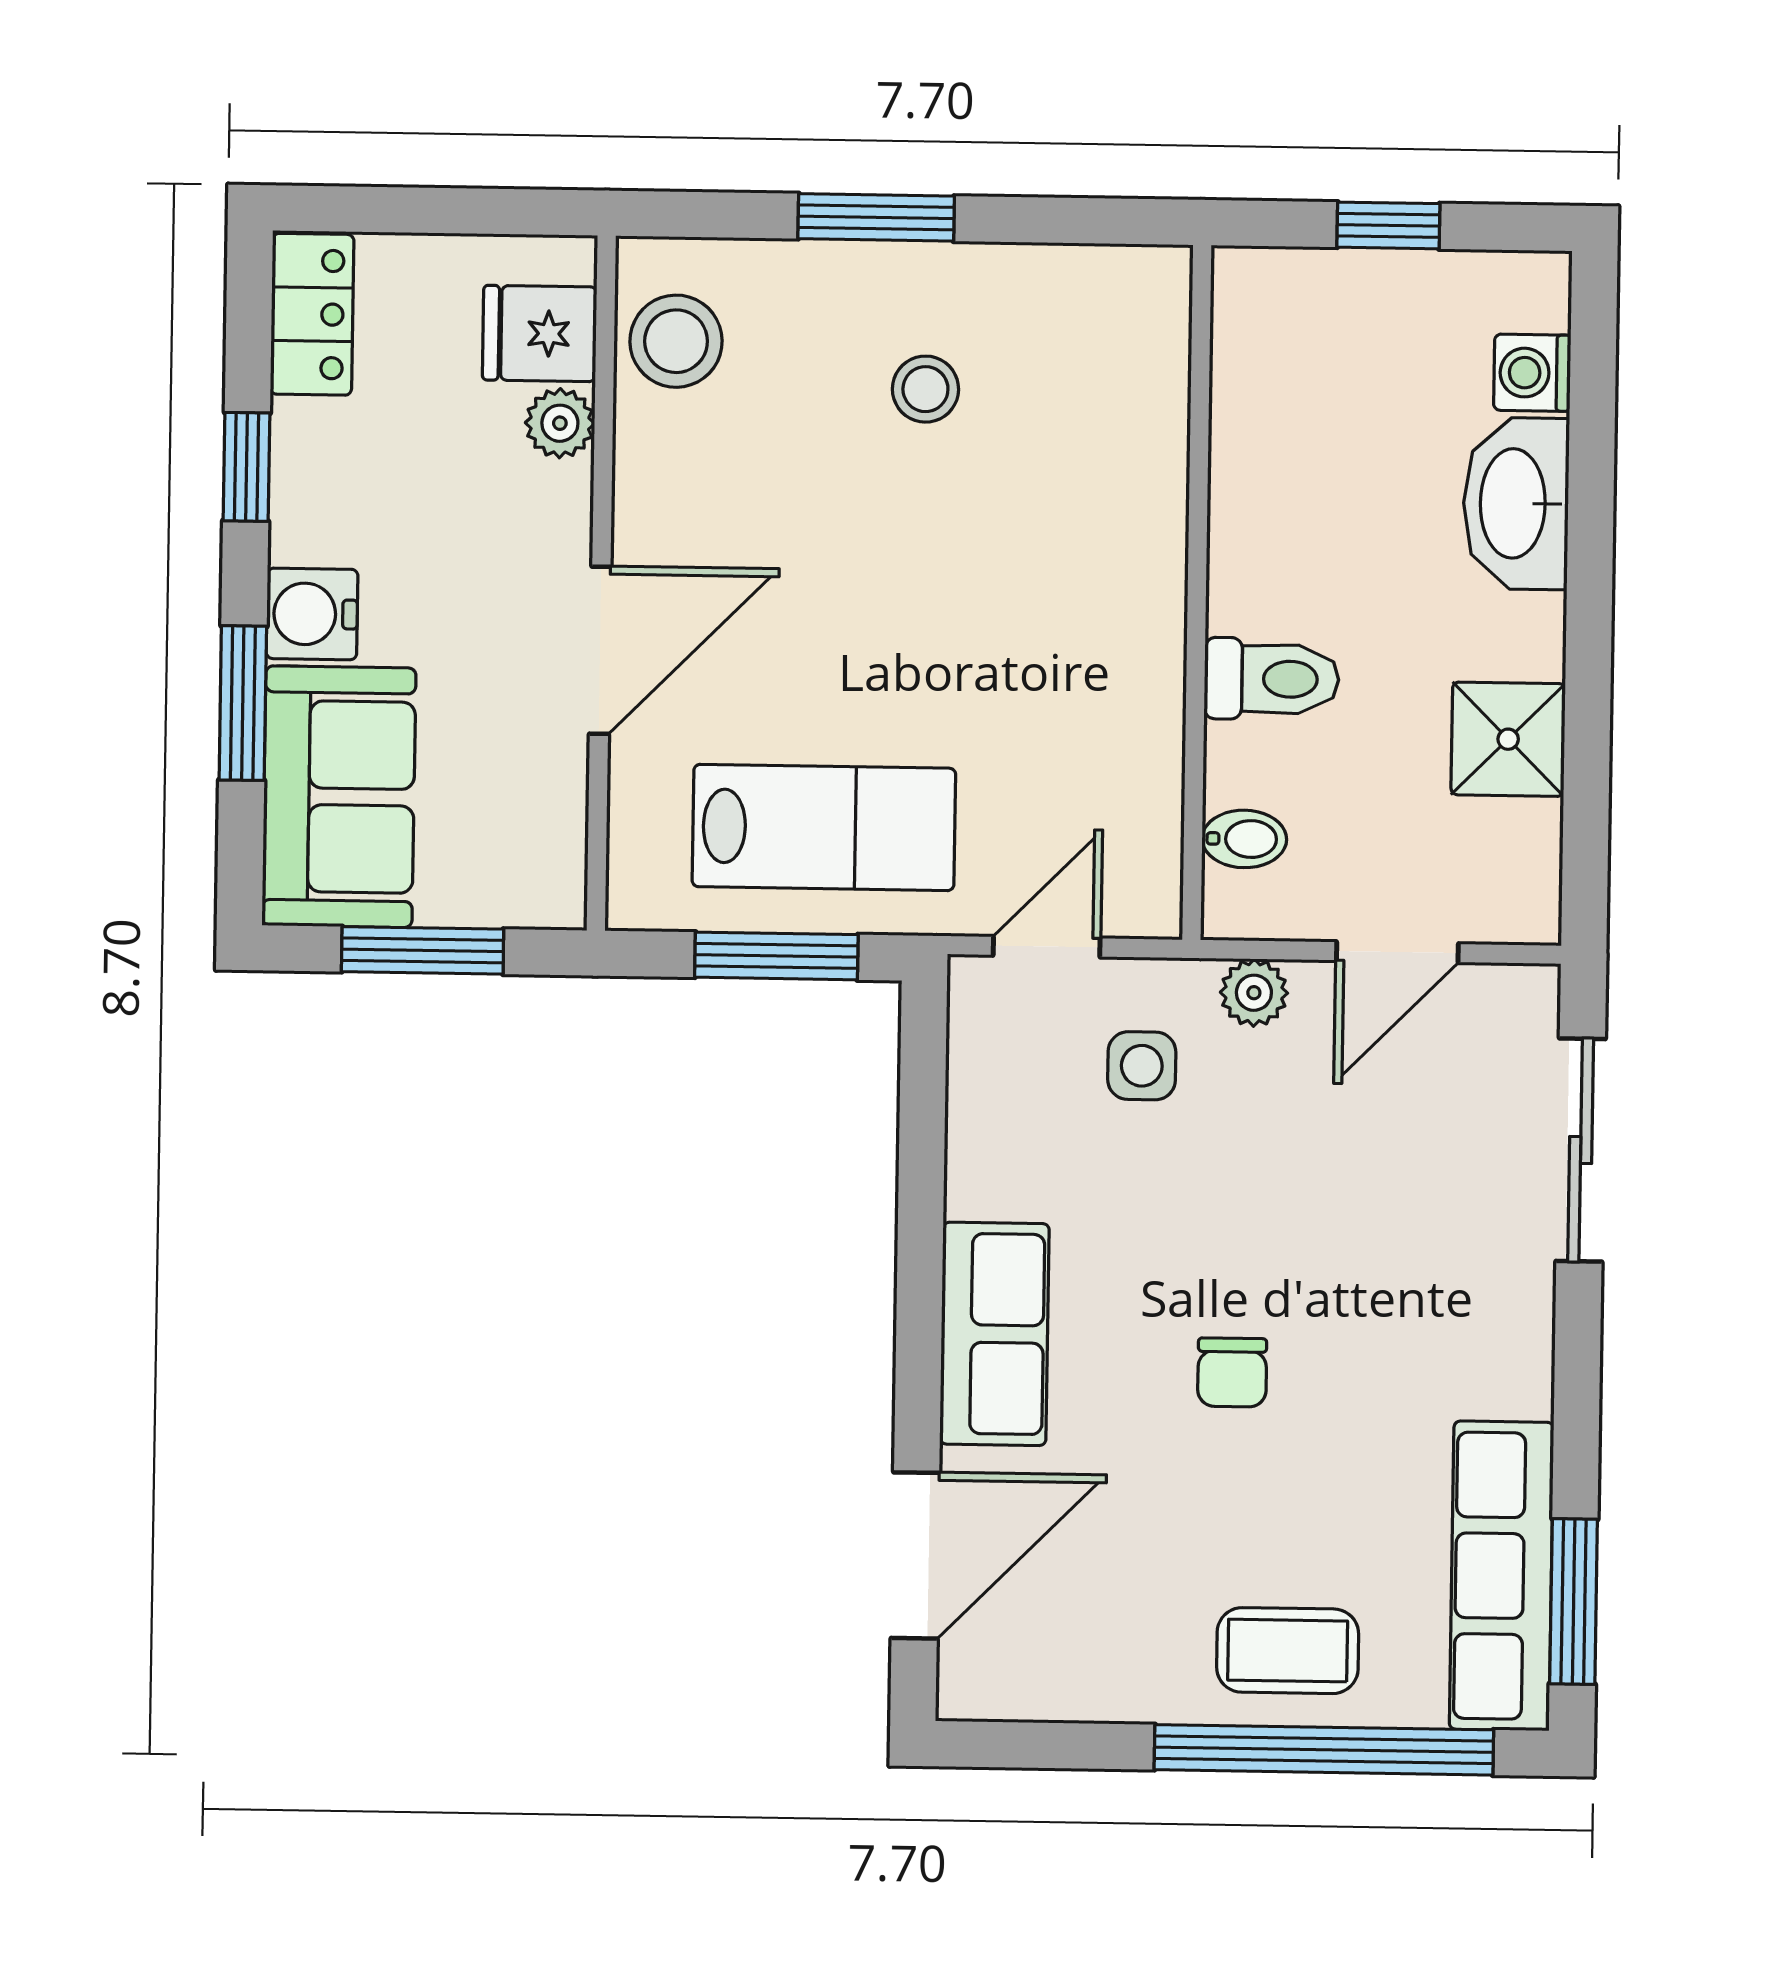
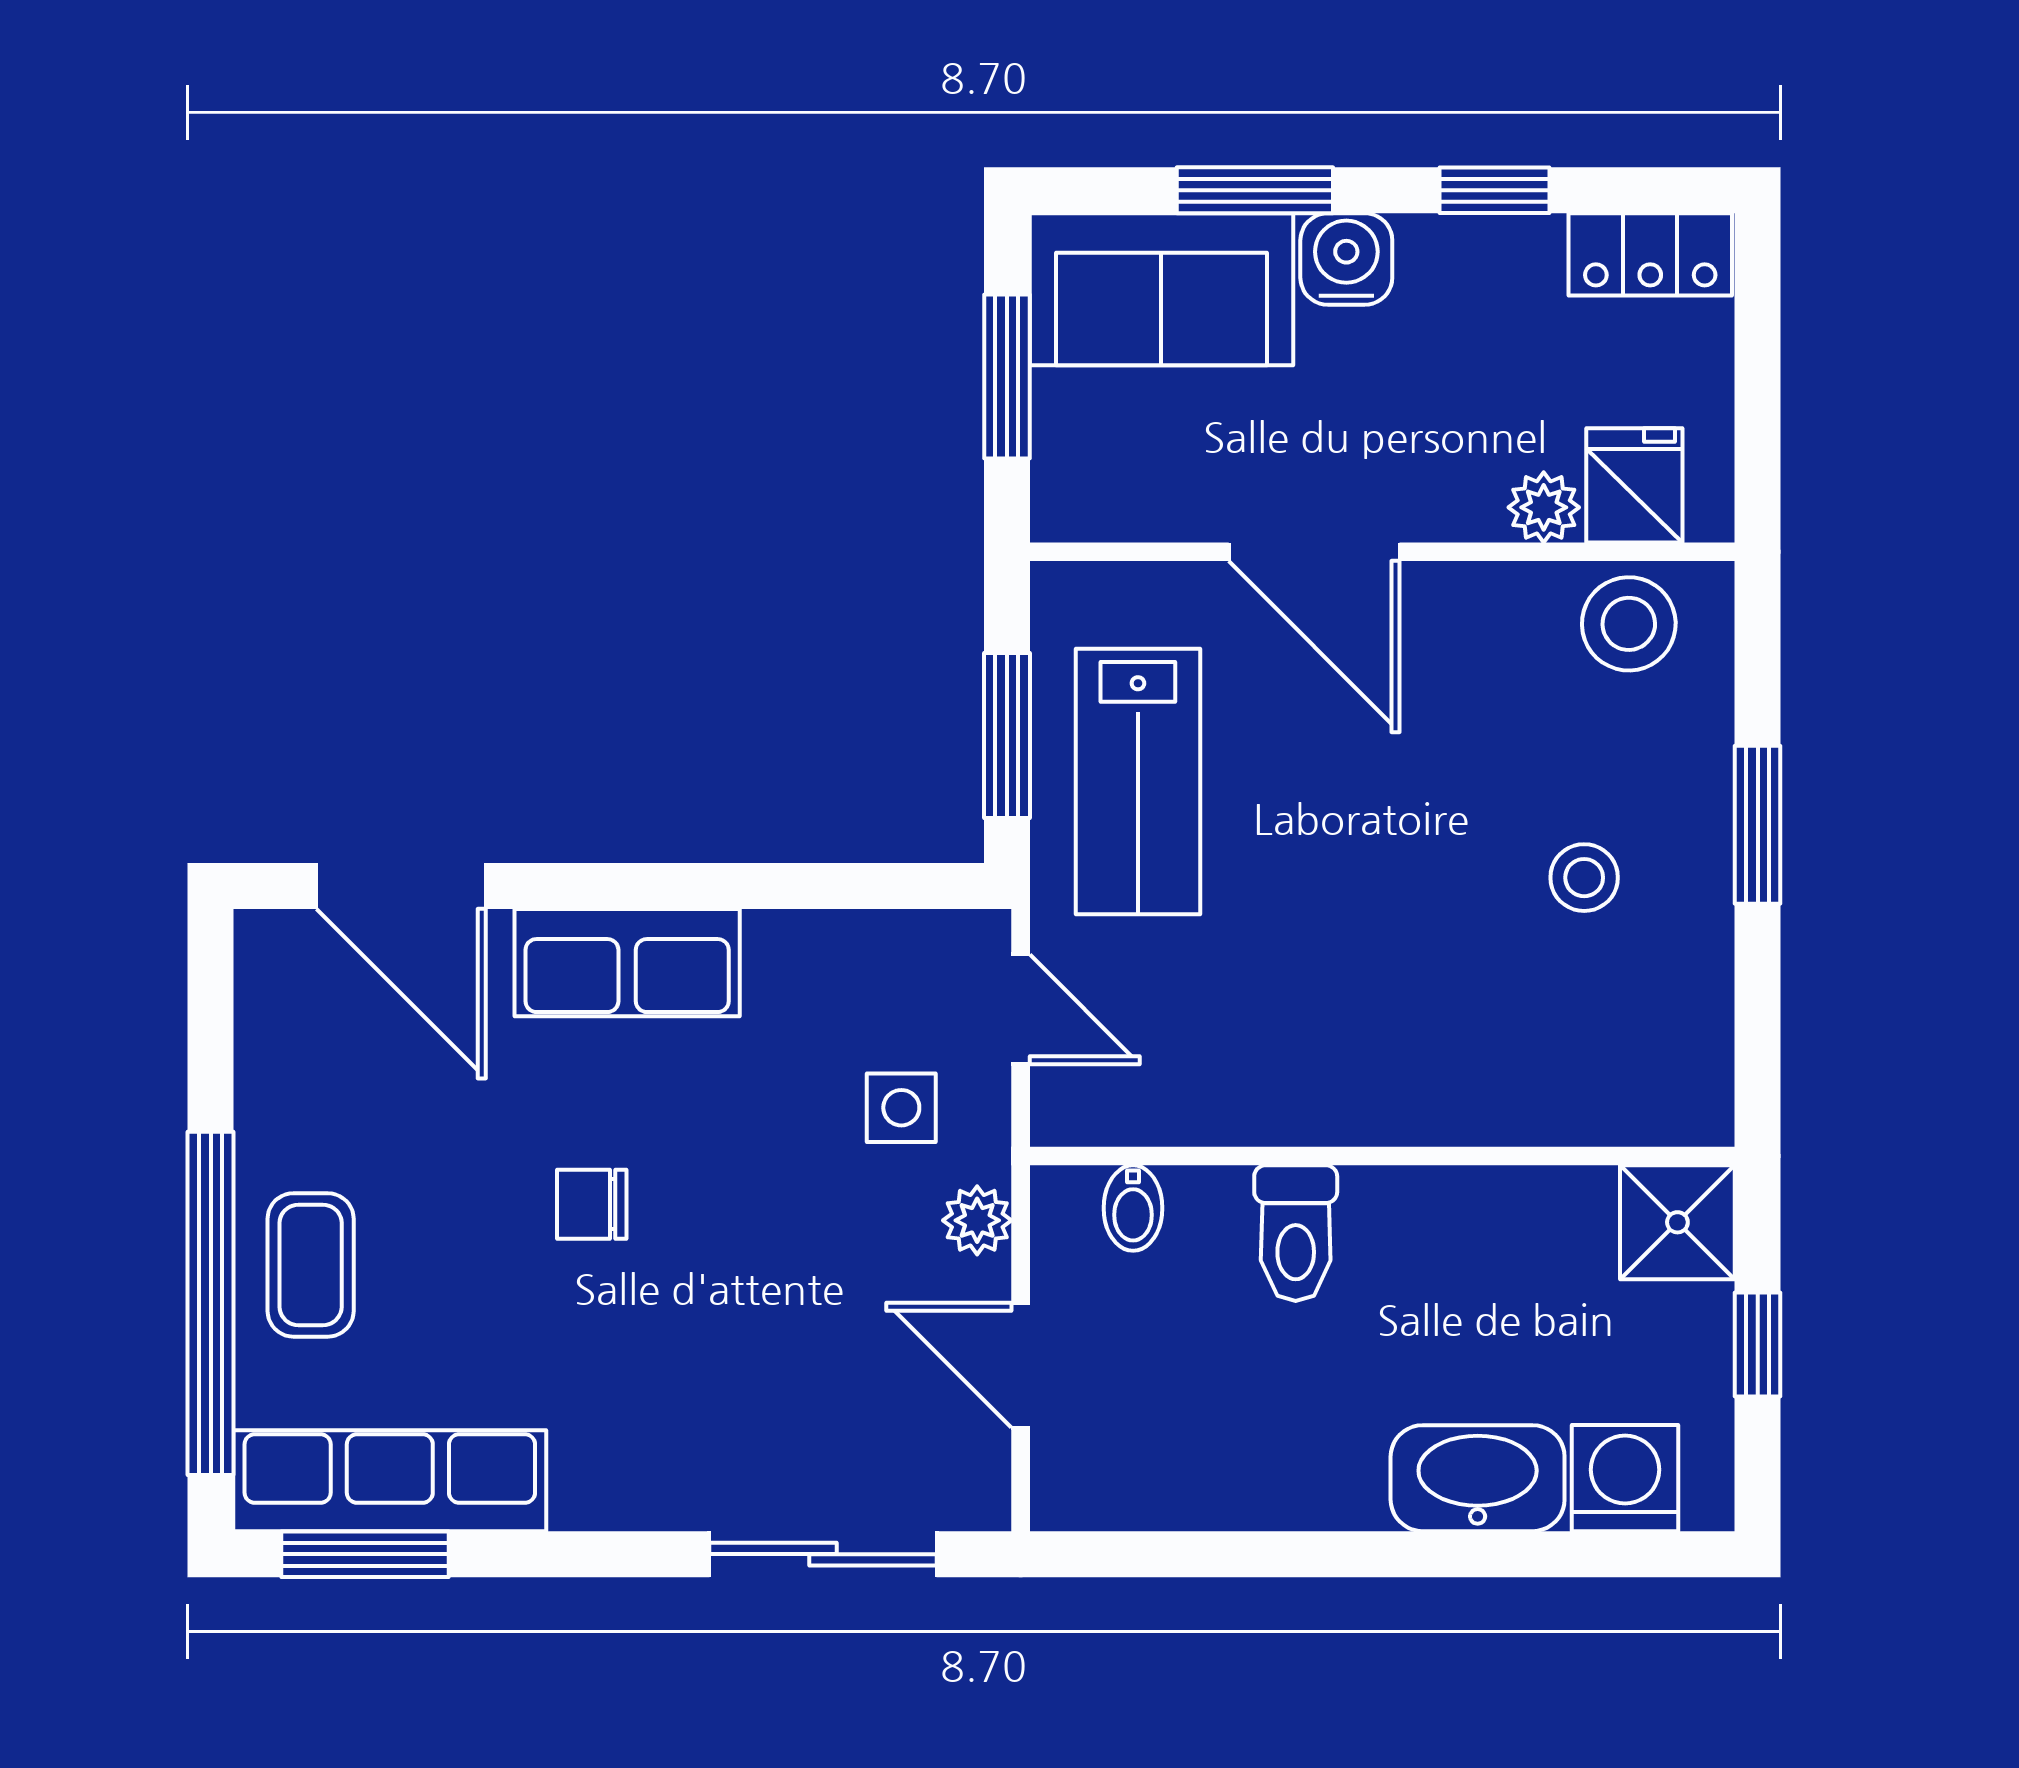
washing machine: (1532, 373) -> (1625, 1478), width x1.38, depth x1.38
shower: (1508, 739) -> (1677, 1222), moved

